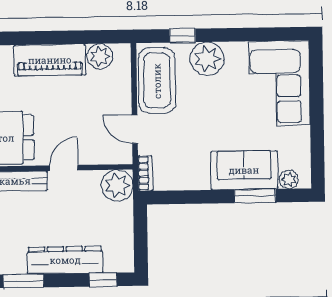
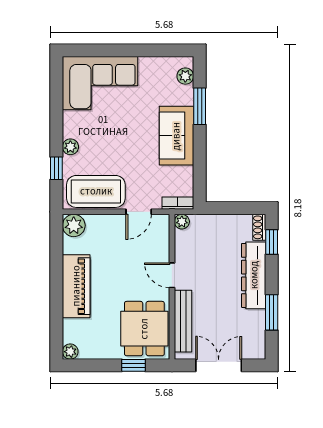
plant: (100, 56) -> (74, 225), moved
plant: (207, 59) -> (70, 147), width x0.53, depth x0.53
sofa: (244, 170) -> (176, 136), moved
plant: (117, 186) -> (182, 222), width x0.53, depth x0.53
shoe rack: (119, 265) -> (259, 227), added

